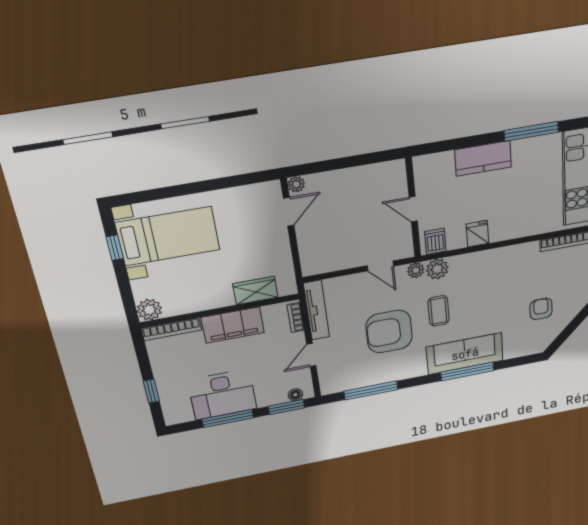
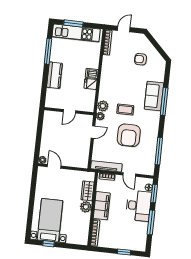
dishwasher: (435, 241) -> (92, 73), moved
plant: (149, 310) -> (86, 207), moved
sofa: (465, 354) -> (154, 96), width x0.73
desk: (222, 395) -> (139, 206), moved

